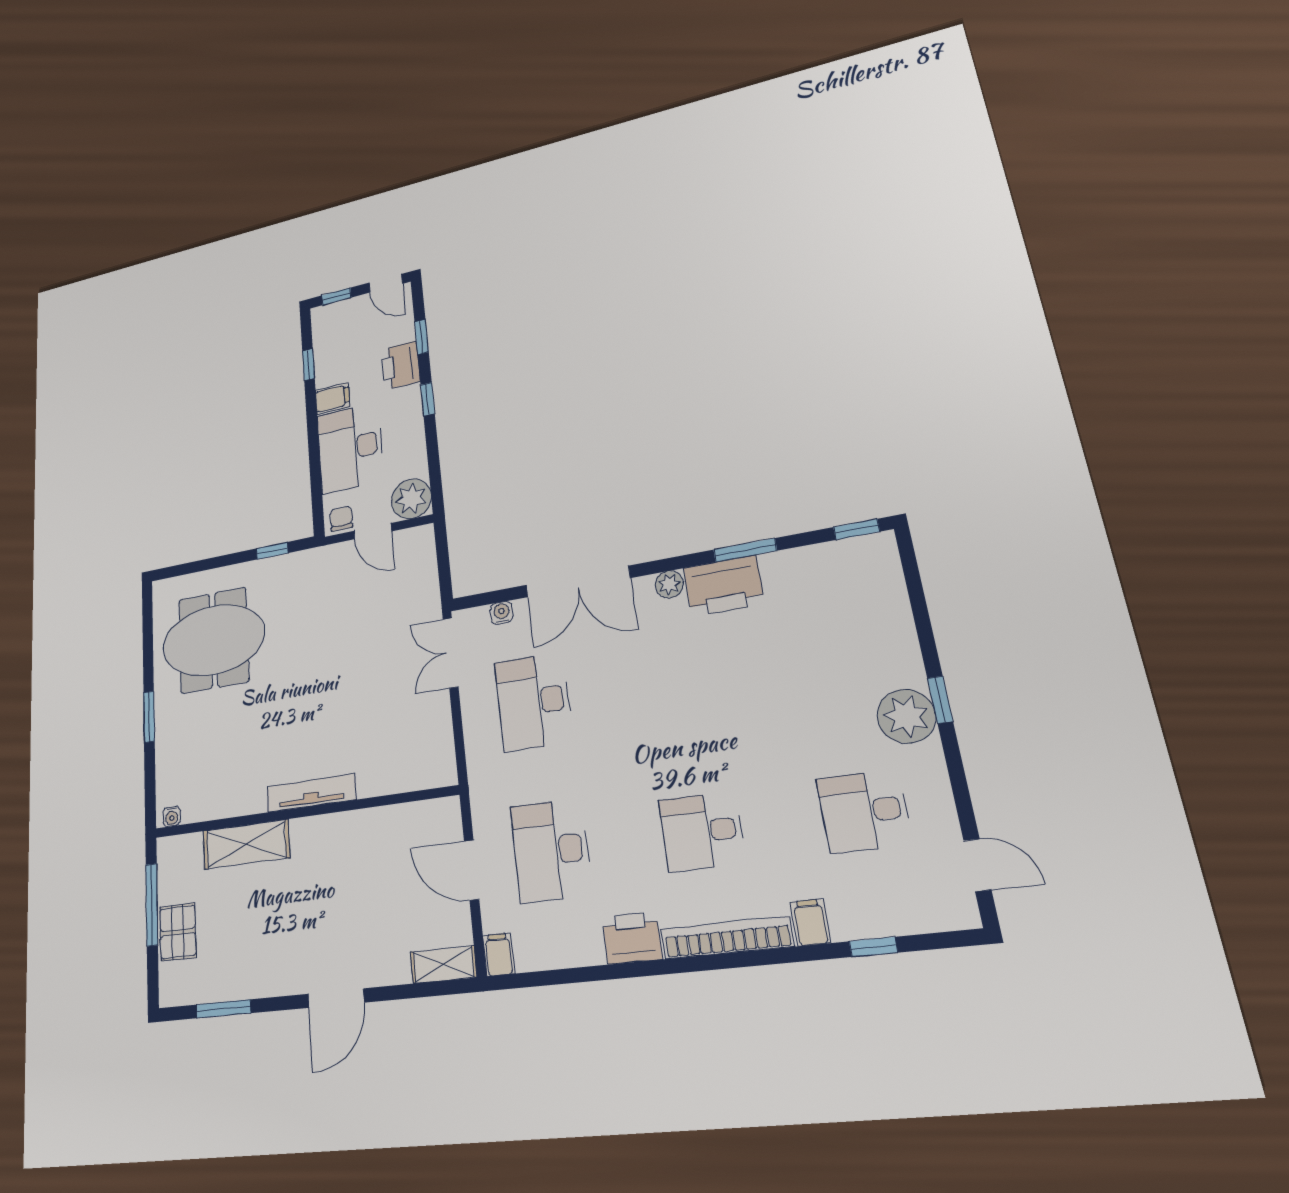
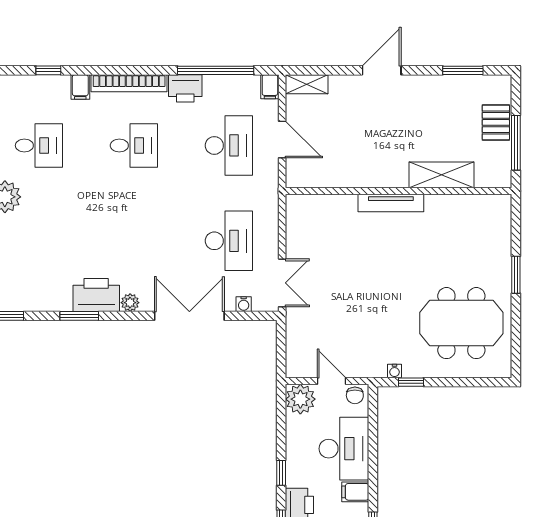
water cooler: (172, 816) -> (395, 371), moved, turned 180
window: (587, 974) -> (216, 70), added

